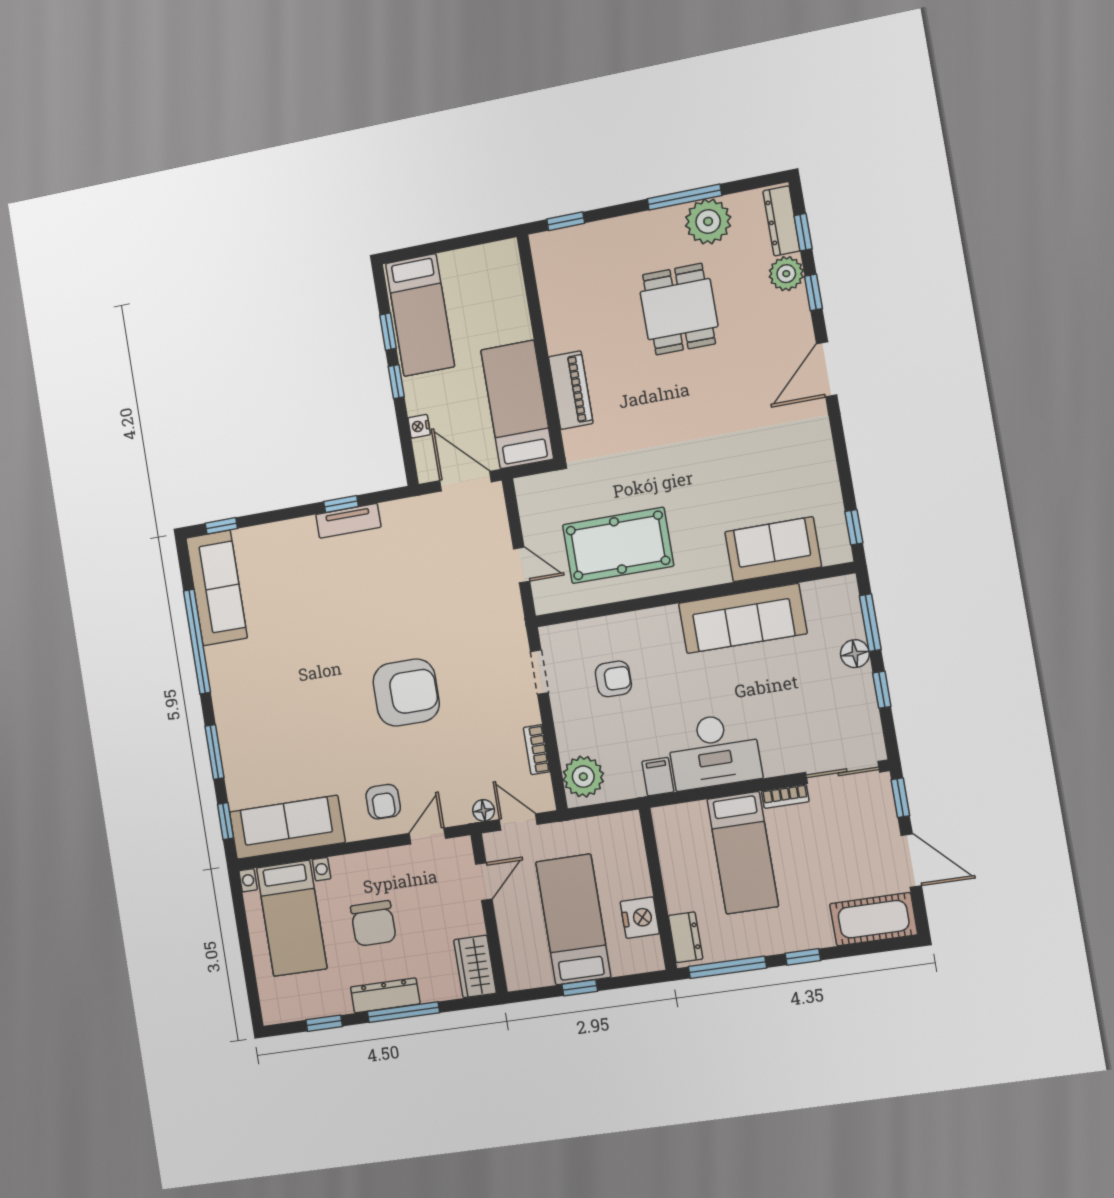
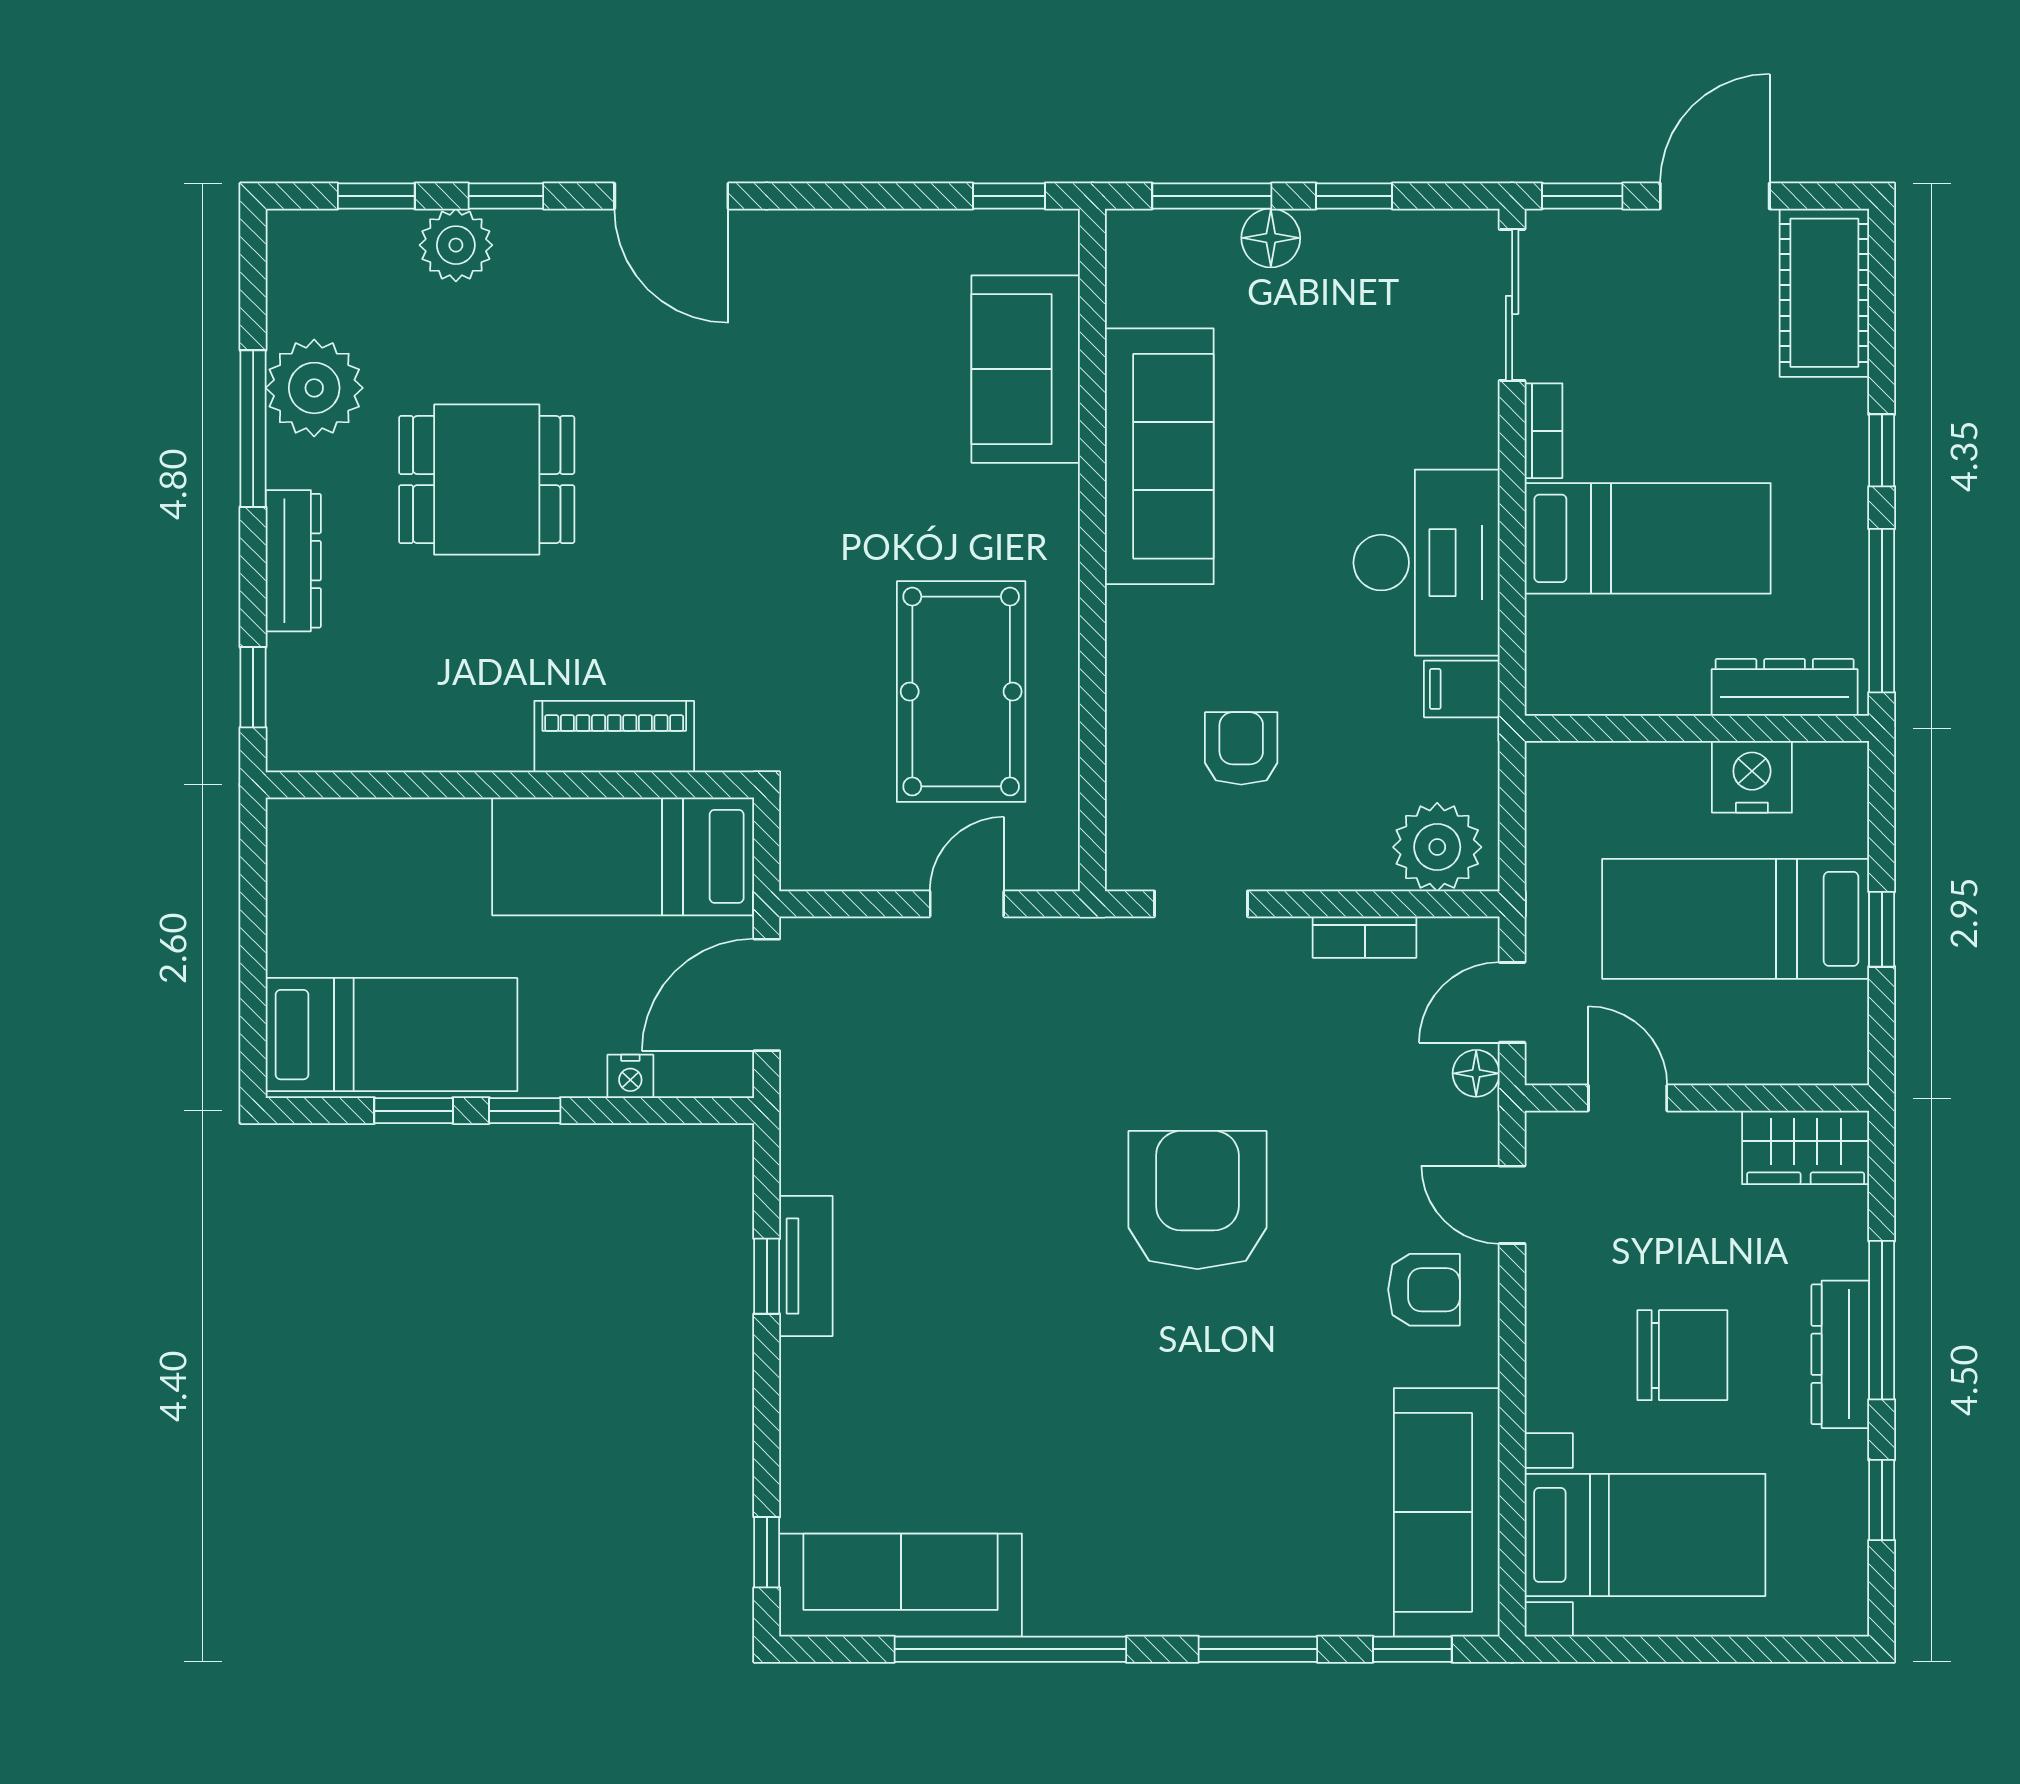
dresser: (782, 221) -> (293, 561), moved, turned -90
dresser: (686, 937) -> (1785, 687), width x1.44

